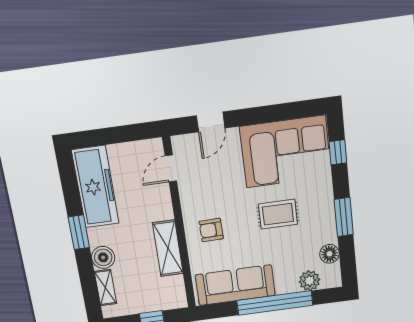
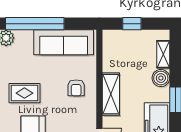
armchair: (211, 230) -> (76, 88), turned 91
shelving: (168, 248) -> (111, 94), moved

